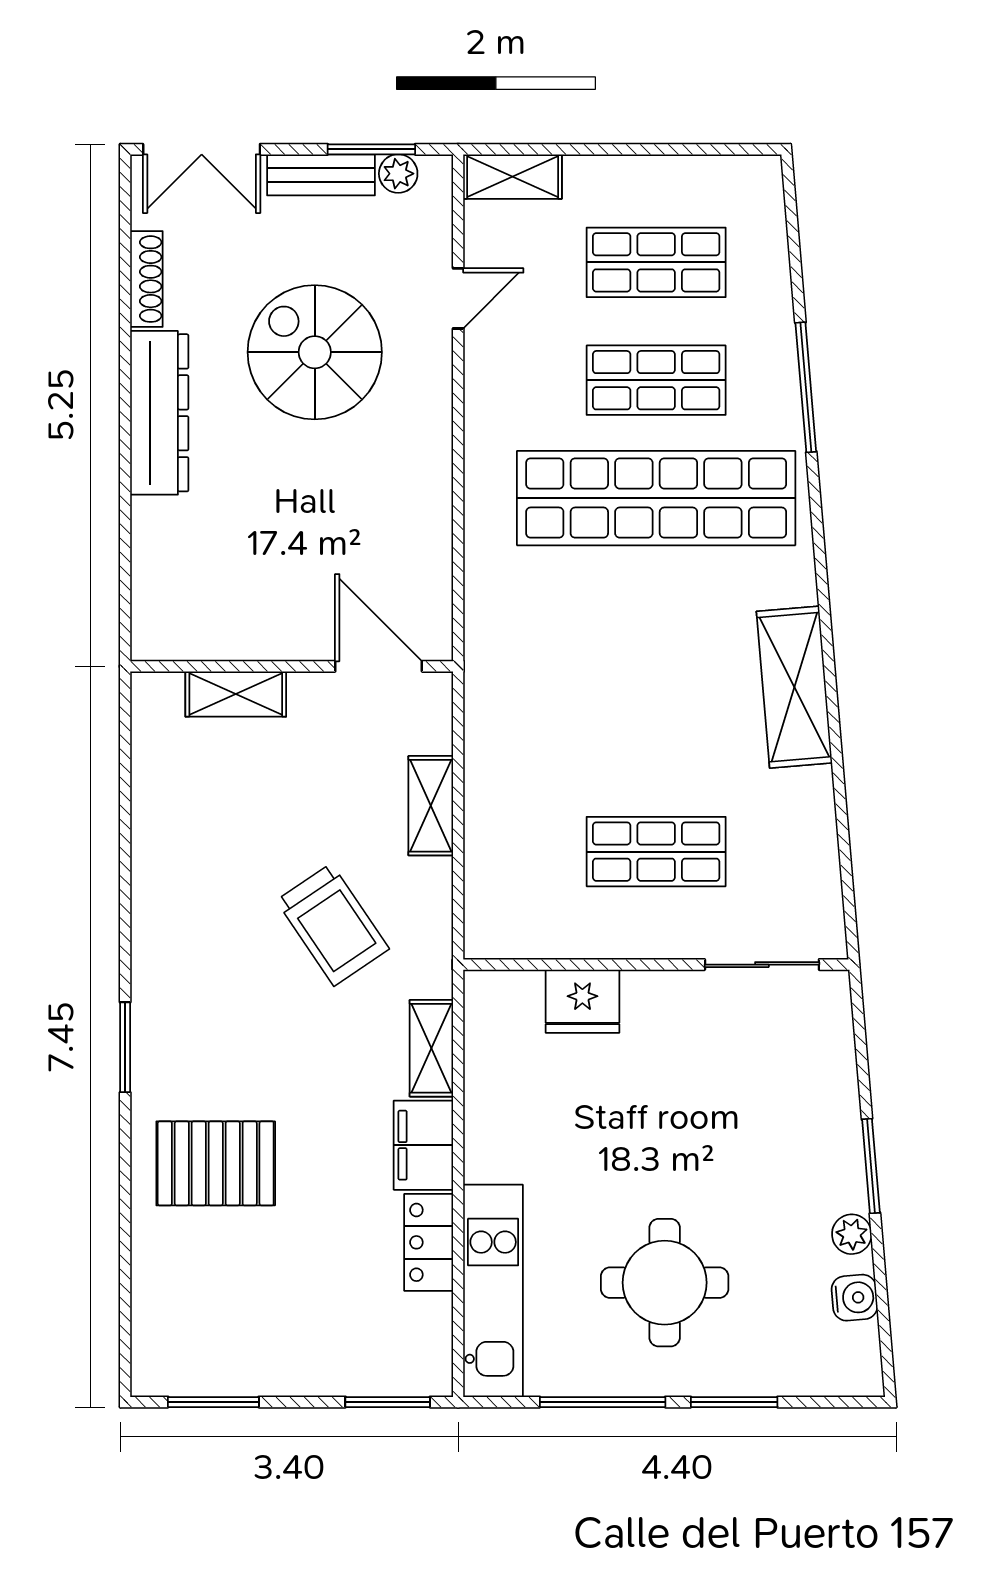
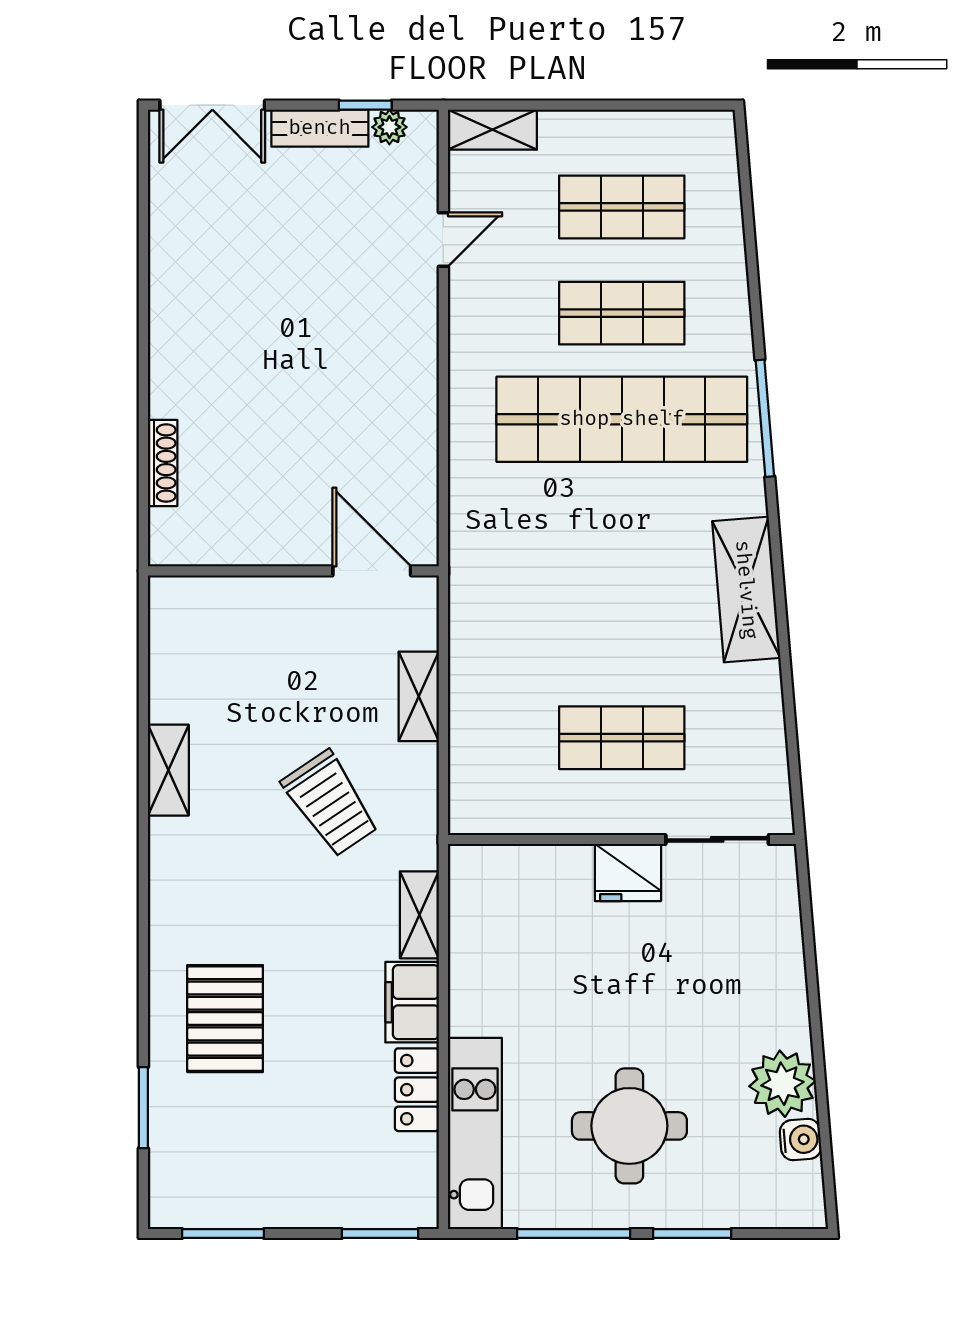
window: (371, 149) -> (365, 105), width x0.67
shoe rack: (146, 279) -> (163, 463), moved
spiral stairs: (315, 352) -> (314, 288), removed
window: (806, 387) -> (765, 418), moved
dresser: (159, 413) -> (174, 343), removed
shelving: (236, 694) -> (168, 770), moved, turned 90
fridge: (582, 1001) -> (628, 873), moved
window: (125, 1047) -> (143, 1108), moved
pallet: (216, 1163) -> (225, 1019), turned 90
window: (871, 1166) -> (815, 1021), removed
plant: (852, 1234) -> (782, 1084), width x1.87, depth x1.87

